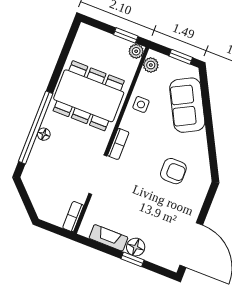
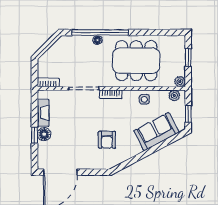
window: (126, 35) -> (188, 57), moved
dining table: (89, 96) -> (136, 61), turned 90

